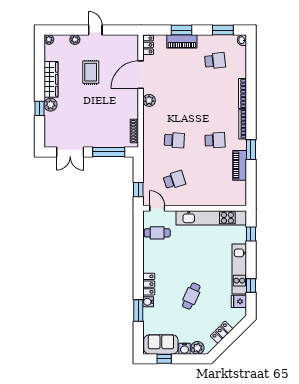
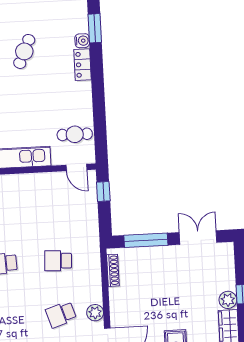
school desk: (174, 180) -> (61, 314), moved

